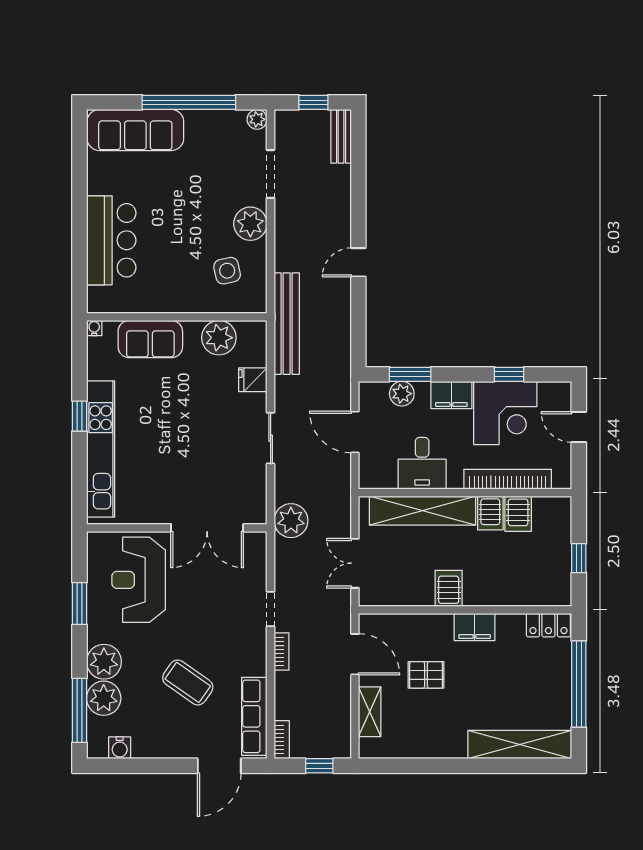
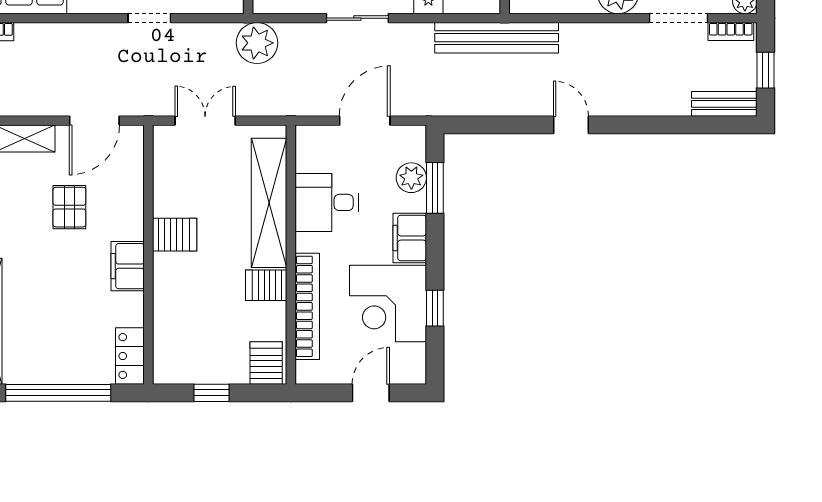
server rack: (518, 514) -> (266, 363), moved, turned 90
bookcase: (282, 652) -> (731, 31), moved

